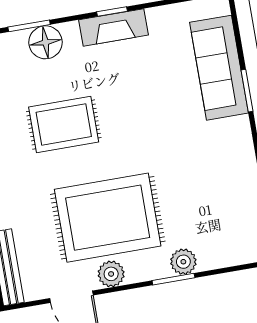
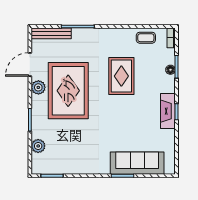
floor lamp: (45, 42) -> (170, 70), width x0.53, depth x0.53
plant: (183, 262) -> (38, 146), moved

